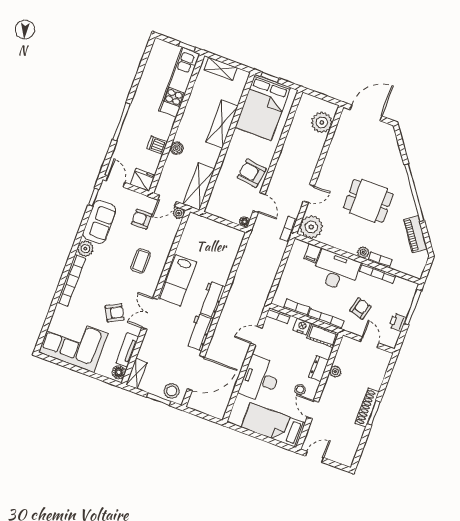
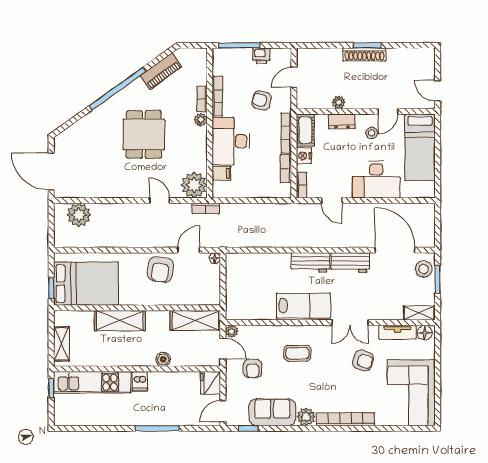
dishwasher: (157, 145) -> (140, 381), moved
armchair: (115, 313) -> (363, 361), turned 135

